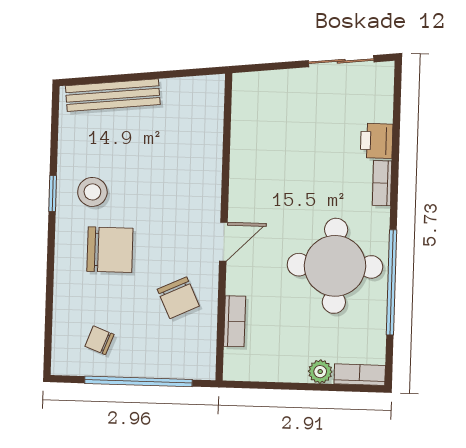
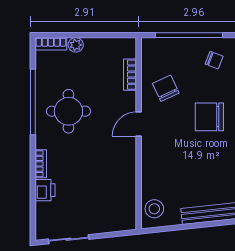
stool: (92, 192) -> (154, 209), moved
round table: (335, 266) -> (68, 111), width x0.73, depth x0.73

